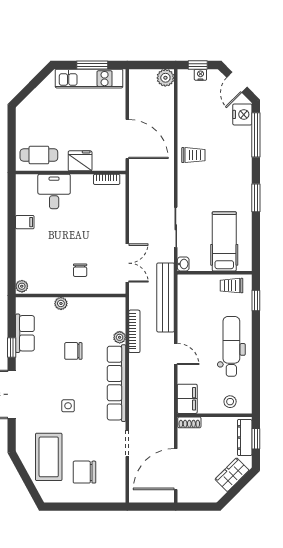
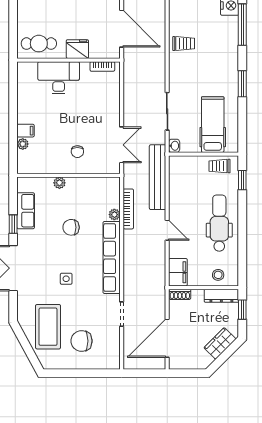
desk: (54, 191) -> (59, 78), width x1.37
filing cabinet: (25, 222) -> (26, 131), moved
plant: (22, 286) -> (23, 144), moved
dresser: (245, 438) -> (221, 296), moved, turned -90

